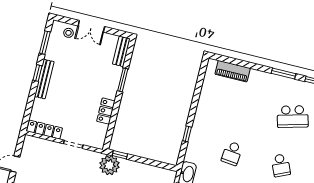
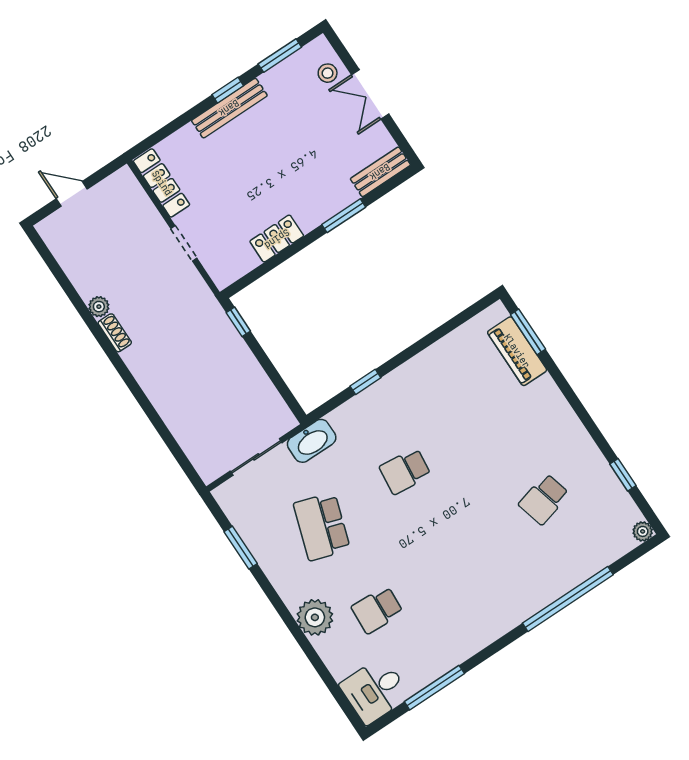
window: (284, 73) -> (528, 332), moved
school desk: (293, 117) -> (544, 499), width x0.54
plant: (109, 165) -> (209, 323), removed
school desk: (281, 165) -> (461, 555), removed

